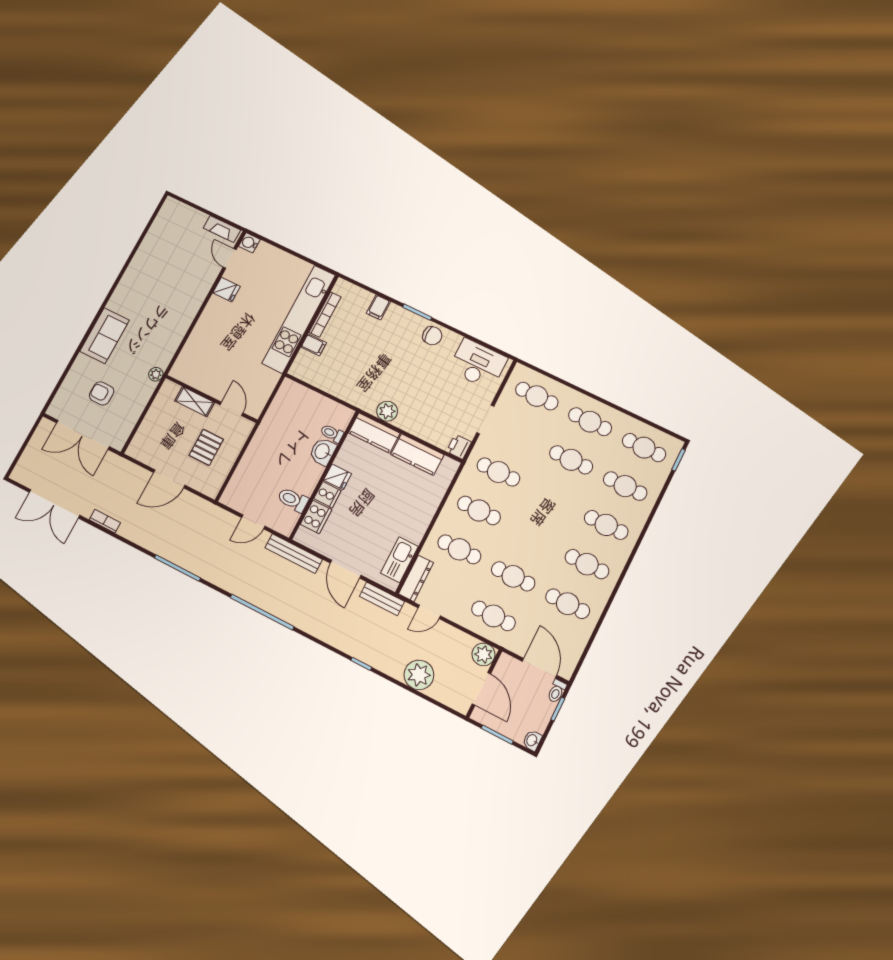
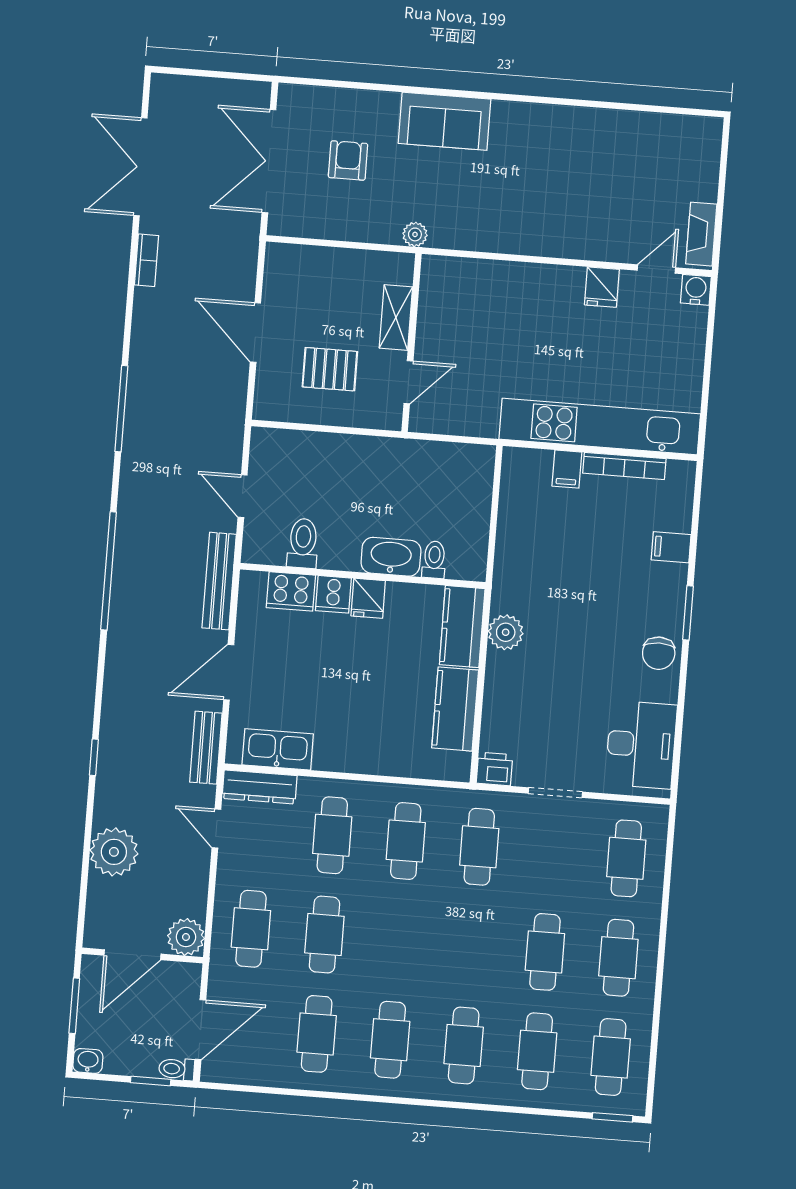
washbasin: (323, 451) -> (391, 557), width x1.38

